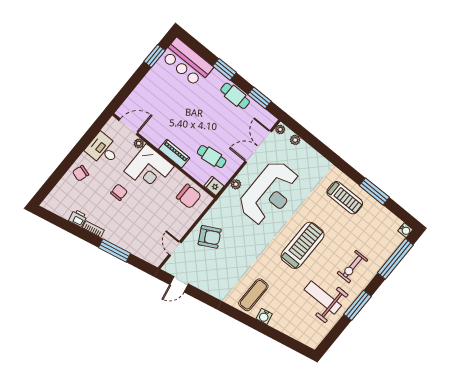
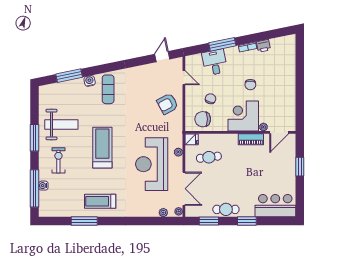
window: (154, 56) -> (300, 167), moved
desk: (103, 149) -> (215, 62), moved, turned -102
piano: (174, 154) -> (251, 139), moved
chair: (81, 173) -> (210, 99), moved
water cooler: (405, 230) -> (43, 186), moved
treadmill: (302, 245) -> (102, 148), turned 180
window: (279, 337) -> (69, 76), added

